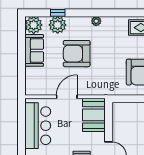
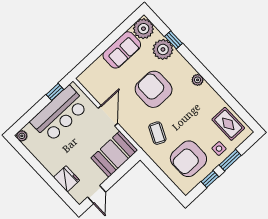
coffee table: (106, 76) -> (157, 133), added
door: (67, 97) -> (108, 116), hinge flipped
window: (22, 116) -> (55, 92), added

